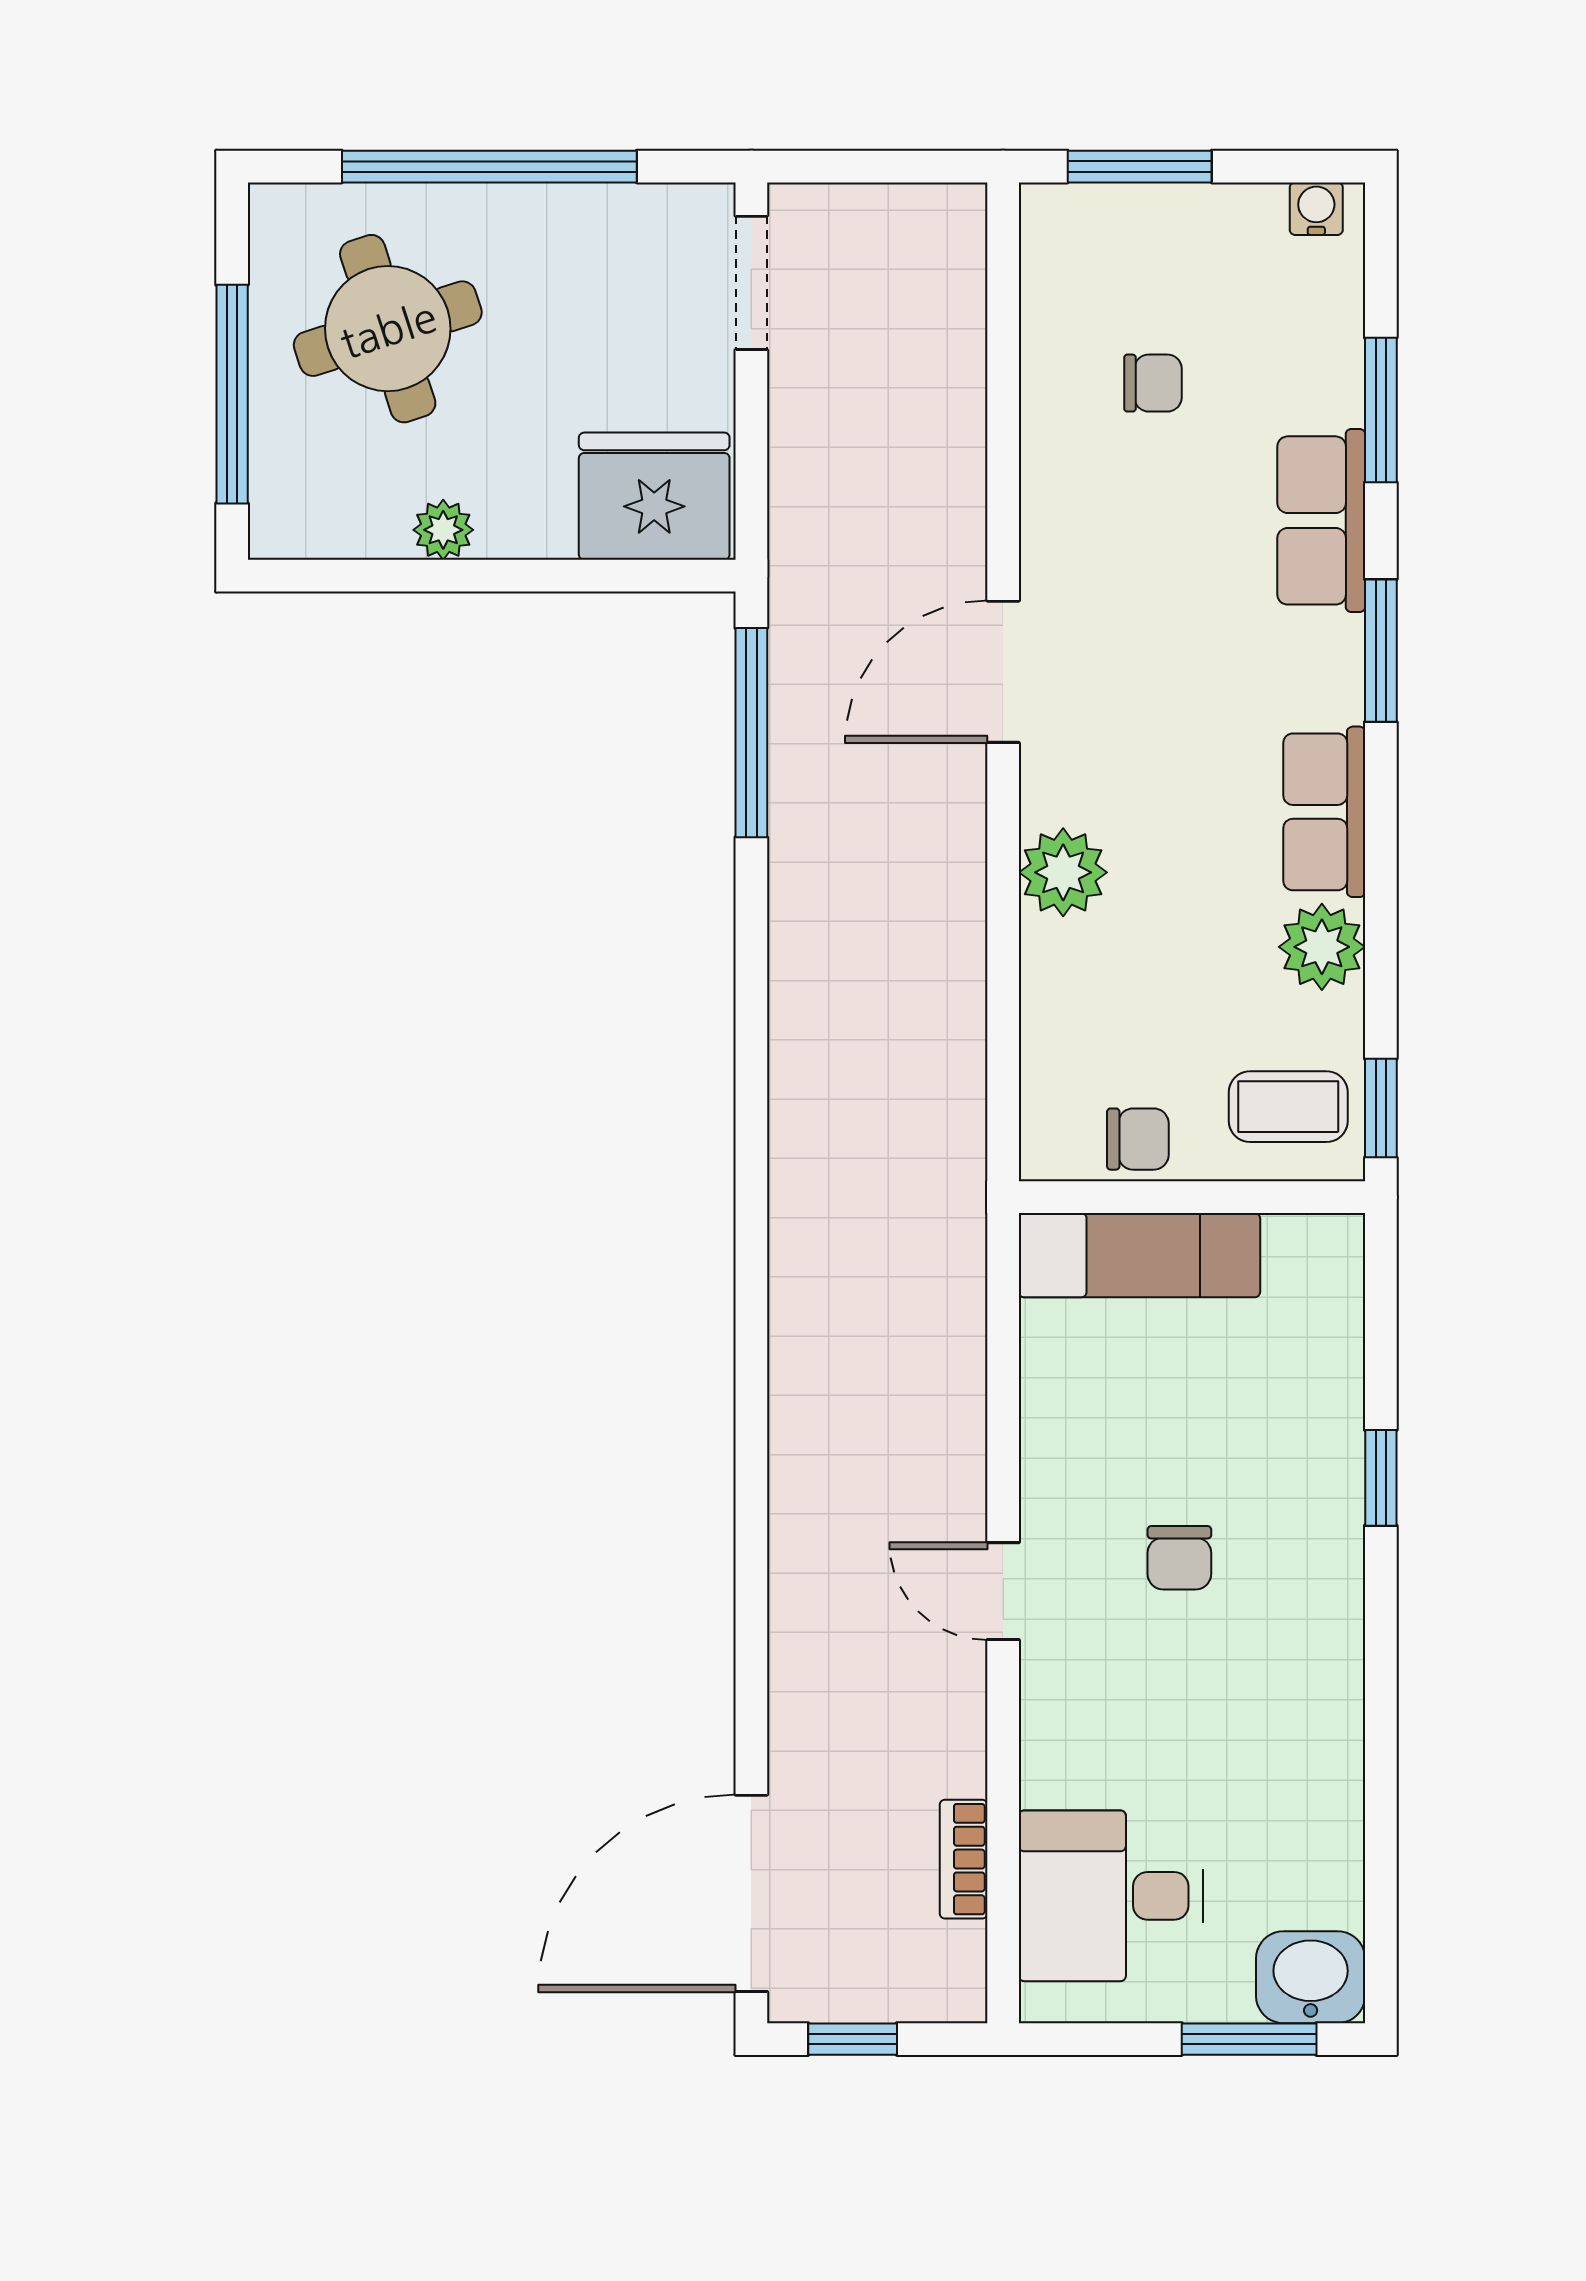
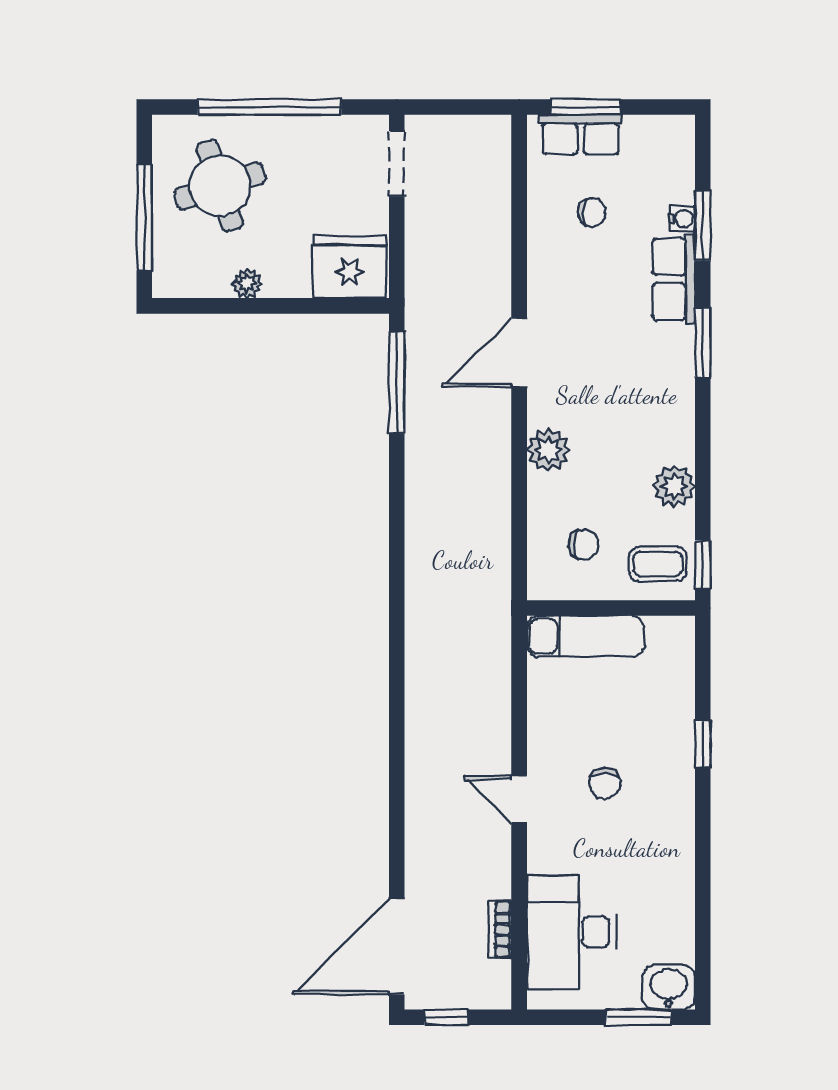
water cooler: (1316, 209) -> (682, 219), moved, turned 90
row of seats: (1324, 812) -> (581, 134), moved, turned -90
chair: (1138, 1139) -> (584, 544), moved
desk: (1111, 1896) -> (572, 932), width x1.37

